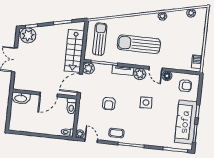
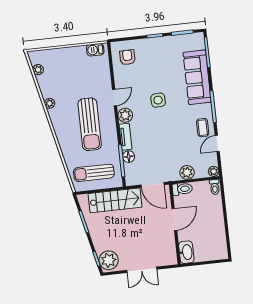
plant: (89, 68) -> (187, 172), moved
floor lamp: (167, 76) -> (129, 157), moved
door: (49, 94) -> (174, 220), hinge flipped
armchair: (109, 104) -> (169, 145), removed
sofa: (186, 122) -> (197, 77), moved, turned 90
door: (91, 141) -> (217, 143), moved

